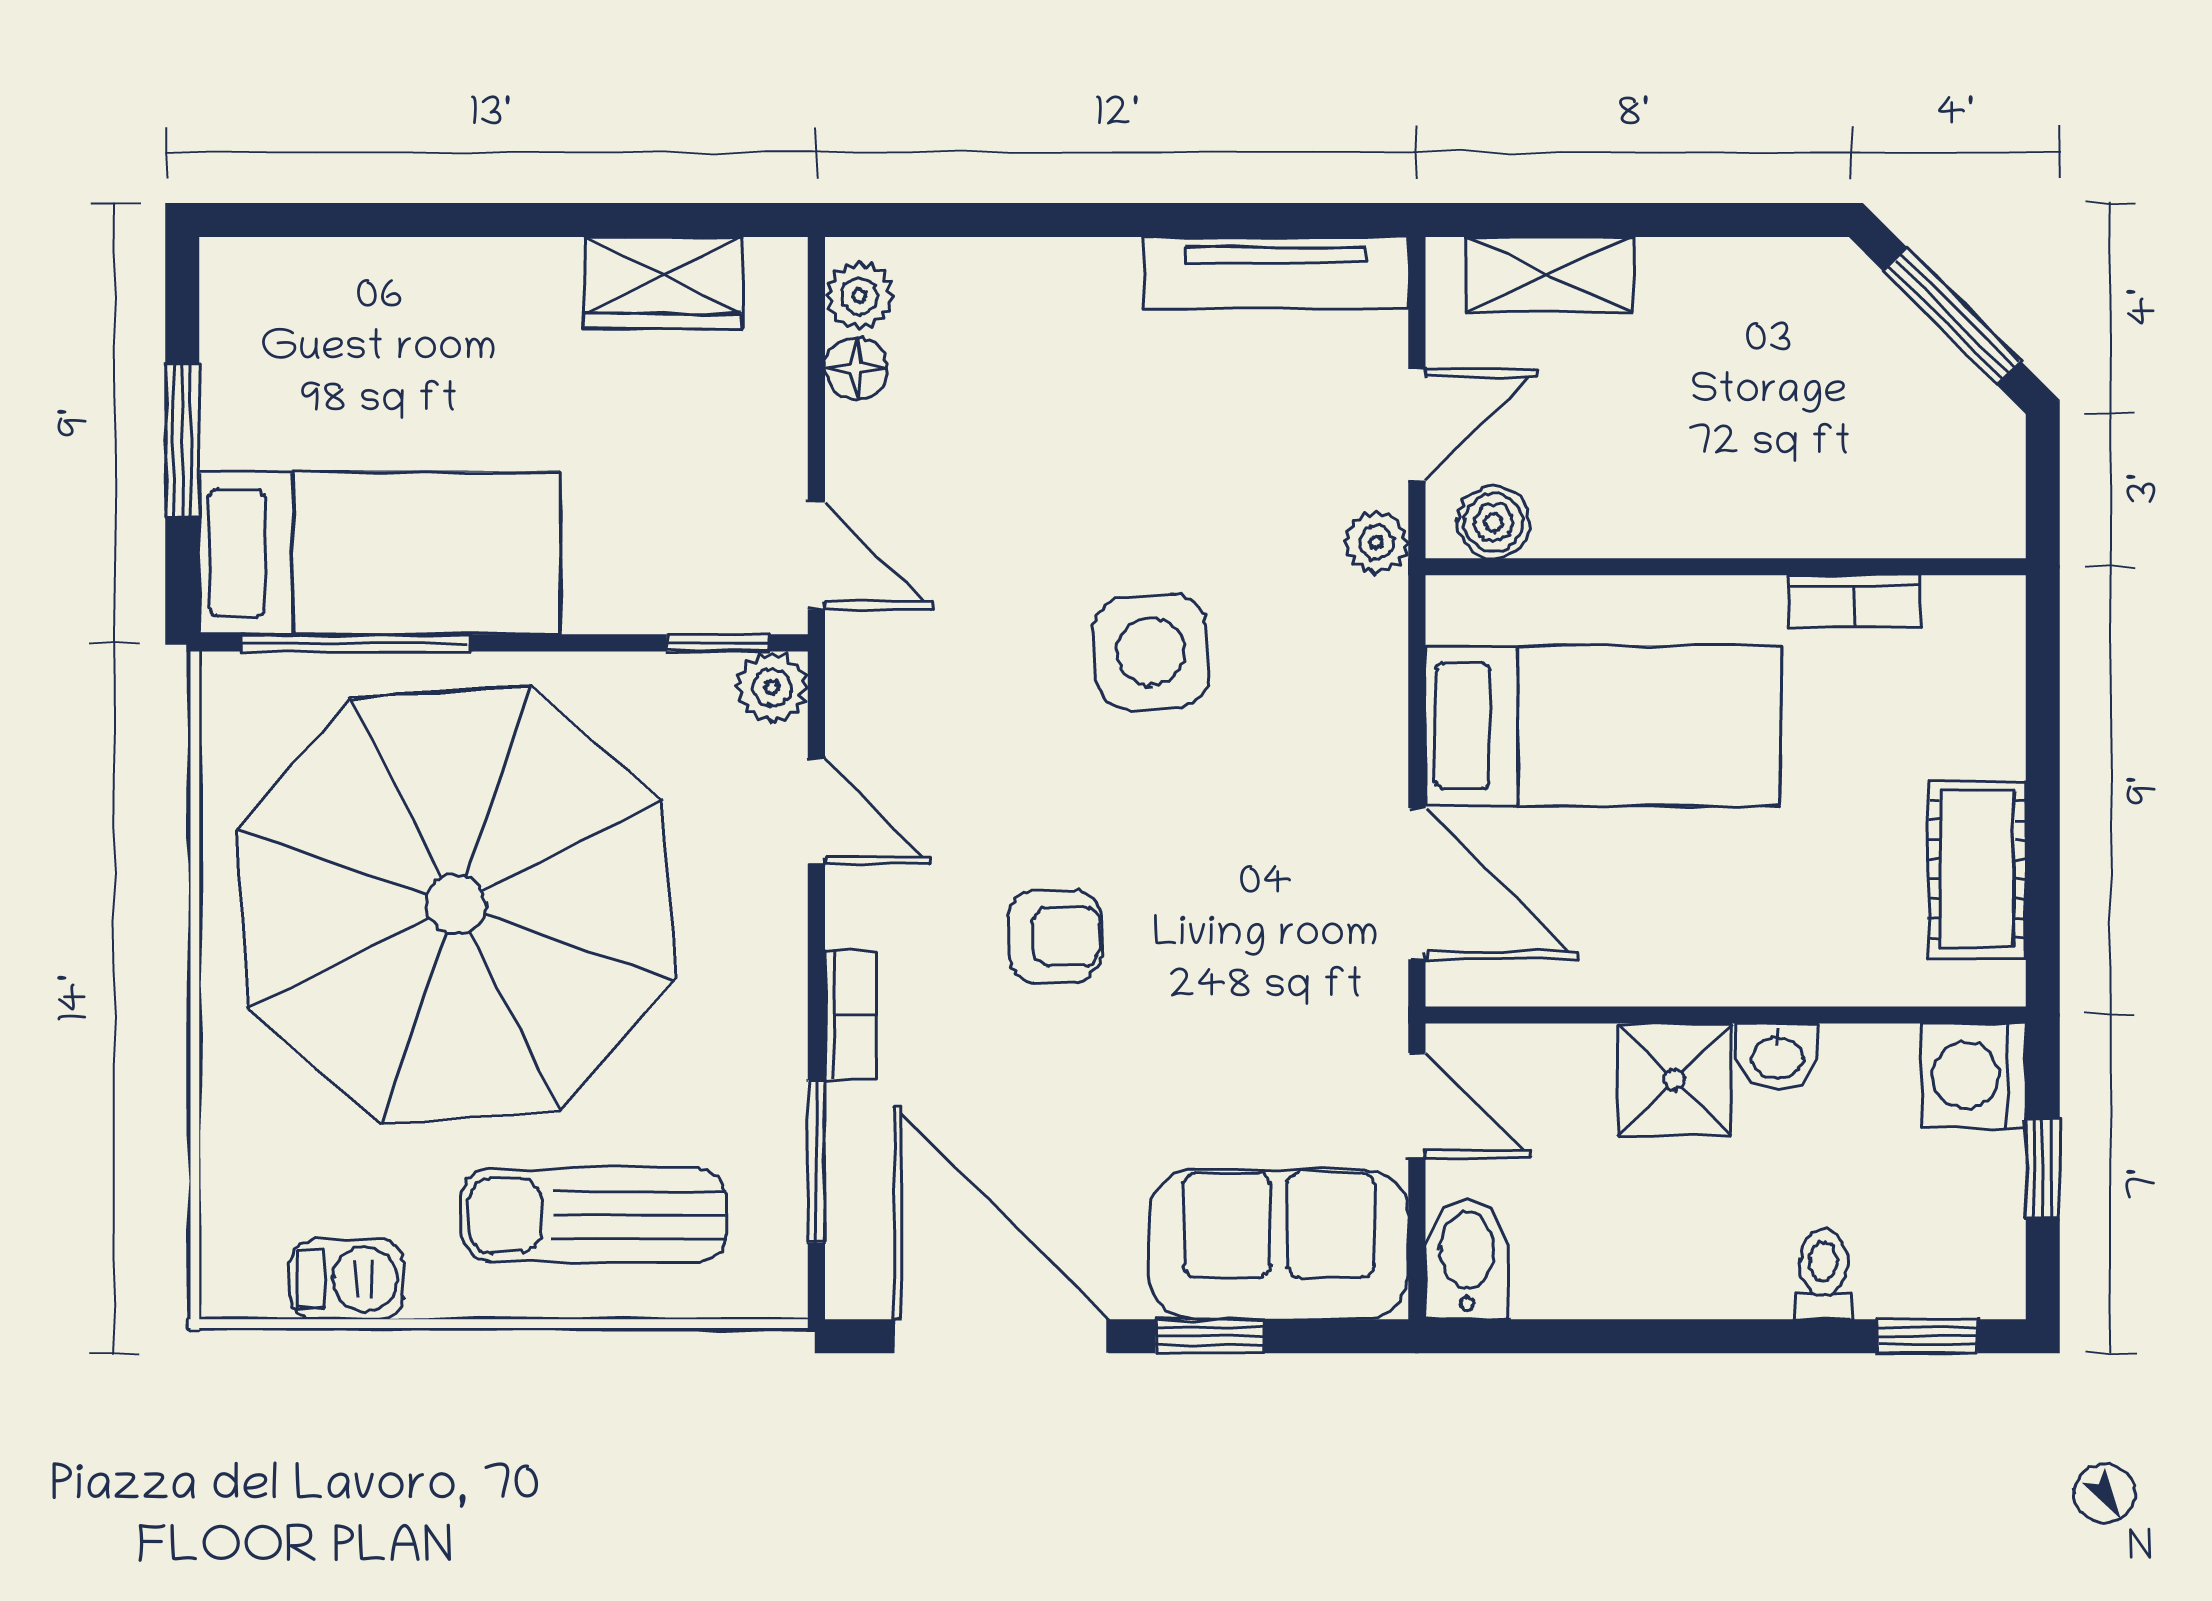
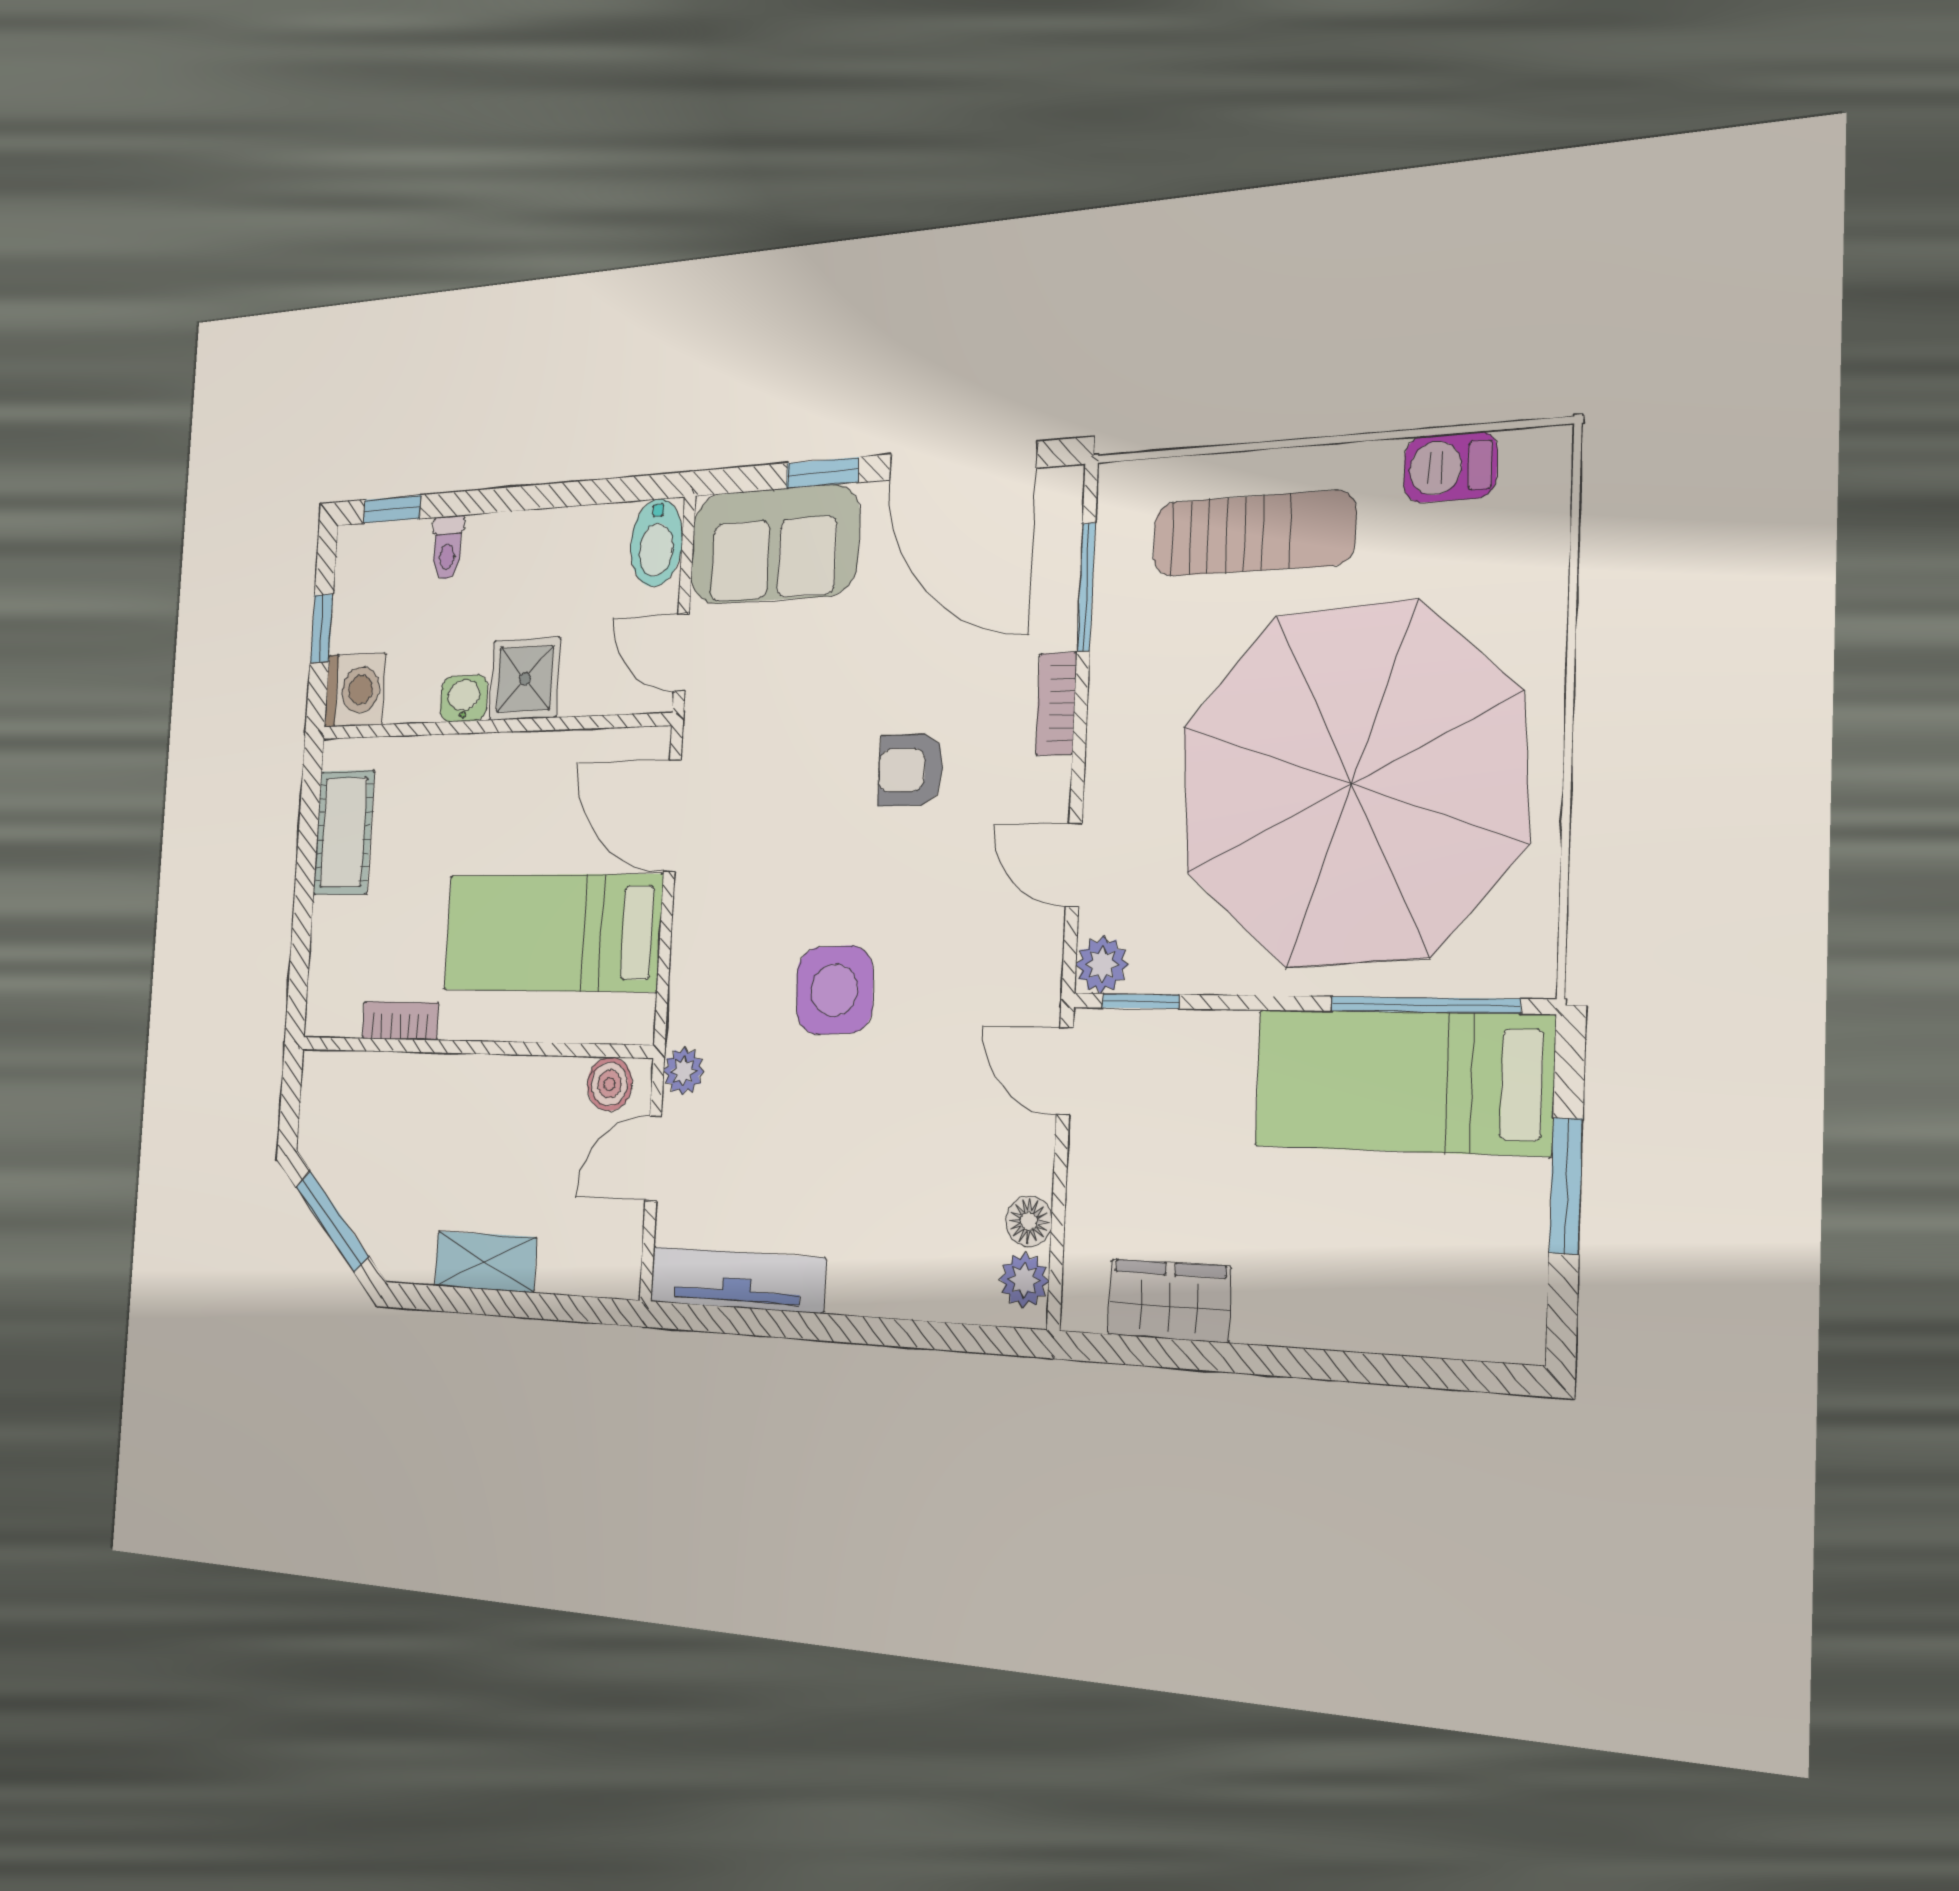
shelving: (1549, 274) -> (485, 1262), moved

